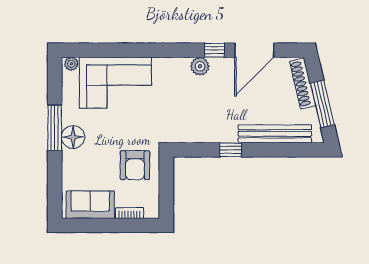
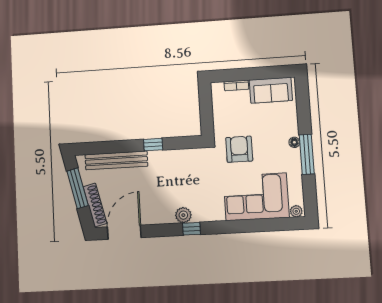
window: (214, 50) -> (192, 229), moved
door: (254, 50) -> (124, 232), moved
floor lamp: (73, 137) -> (294, 142), width x0.53, depth x0.53
armchair: (135, 165) -> (239, 149), moved

